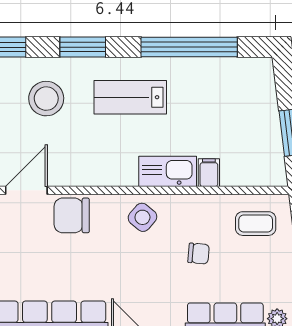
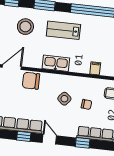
kitchen sink: (168, 171) -> (56, 63), moved
side table: (142, 217) -> (64, 99), moved

